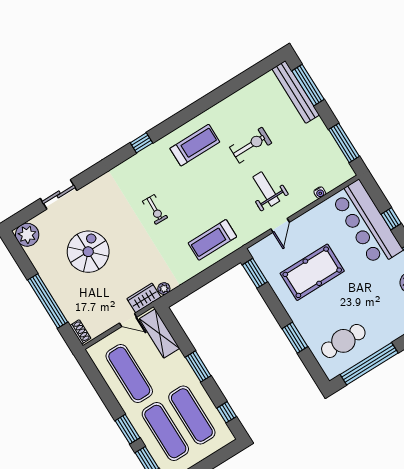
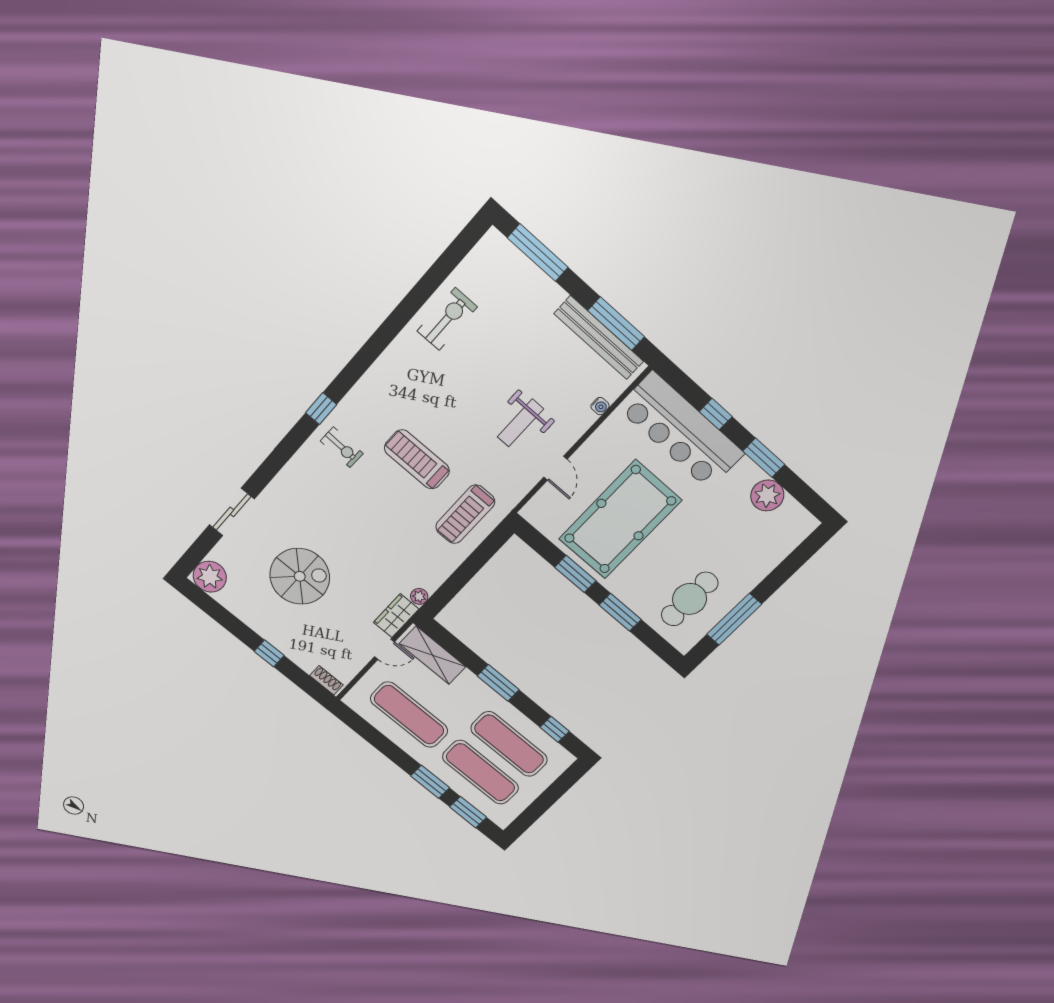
bench: (296, 92) -> (599, 338), moved
treadmill: (195, 145) -> (417, 459), moved, turned -90
exercise bike: (251, 145) -> (447, 319), moved
weight bench: (266, 189) -> (520, 423), turned -90
exercise bike: (155, 209) -> (342, 447), moved
spiral stairs: (88, 252) -> (300, 576), turned 90
pool table: (312, 272) -> (620, 520), width x1.36, depth x1.32
window: (255, 273) -> (575, 574), moved
window: (48, 301) -> (269, 653), width x0.32
window: (369, 364) -> (734, 619), width x0.68

